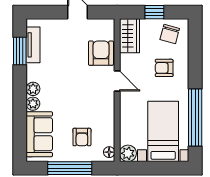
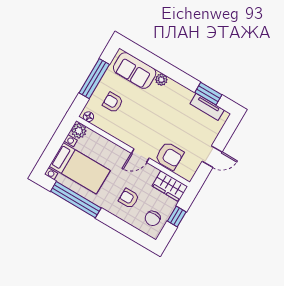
chair: (170, 34) -> (153, 218), turned -105
armchair: (164, 68) -> (129, 198), turned -90
plant: (33, 89) -> (173, 87), removed

